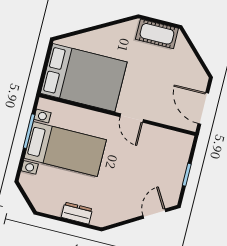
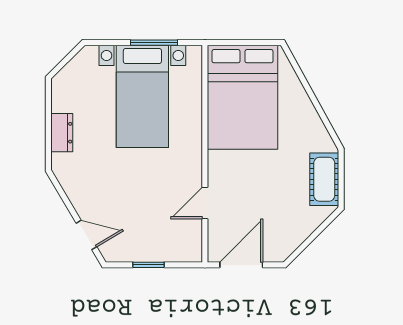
door: (132, 118) -> (205, 203), moved

